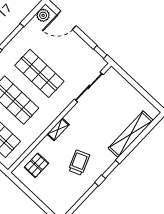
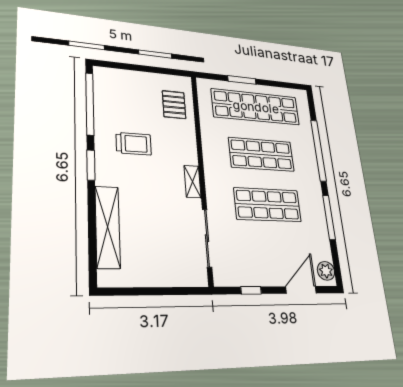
window: (100, 52) -> (251, 290), moved
shelving: (58, 129) -> (192, 182), moved
trolley: (79, 163) -> (134, 144), turned -68

